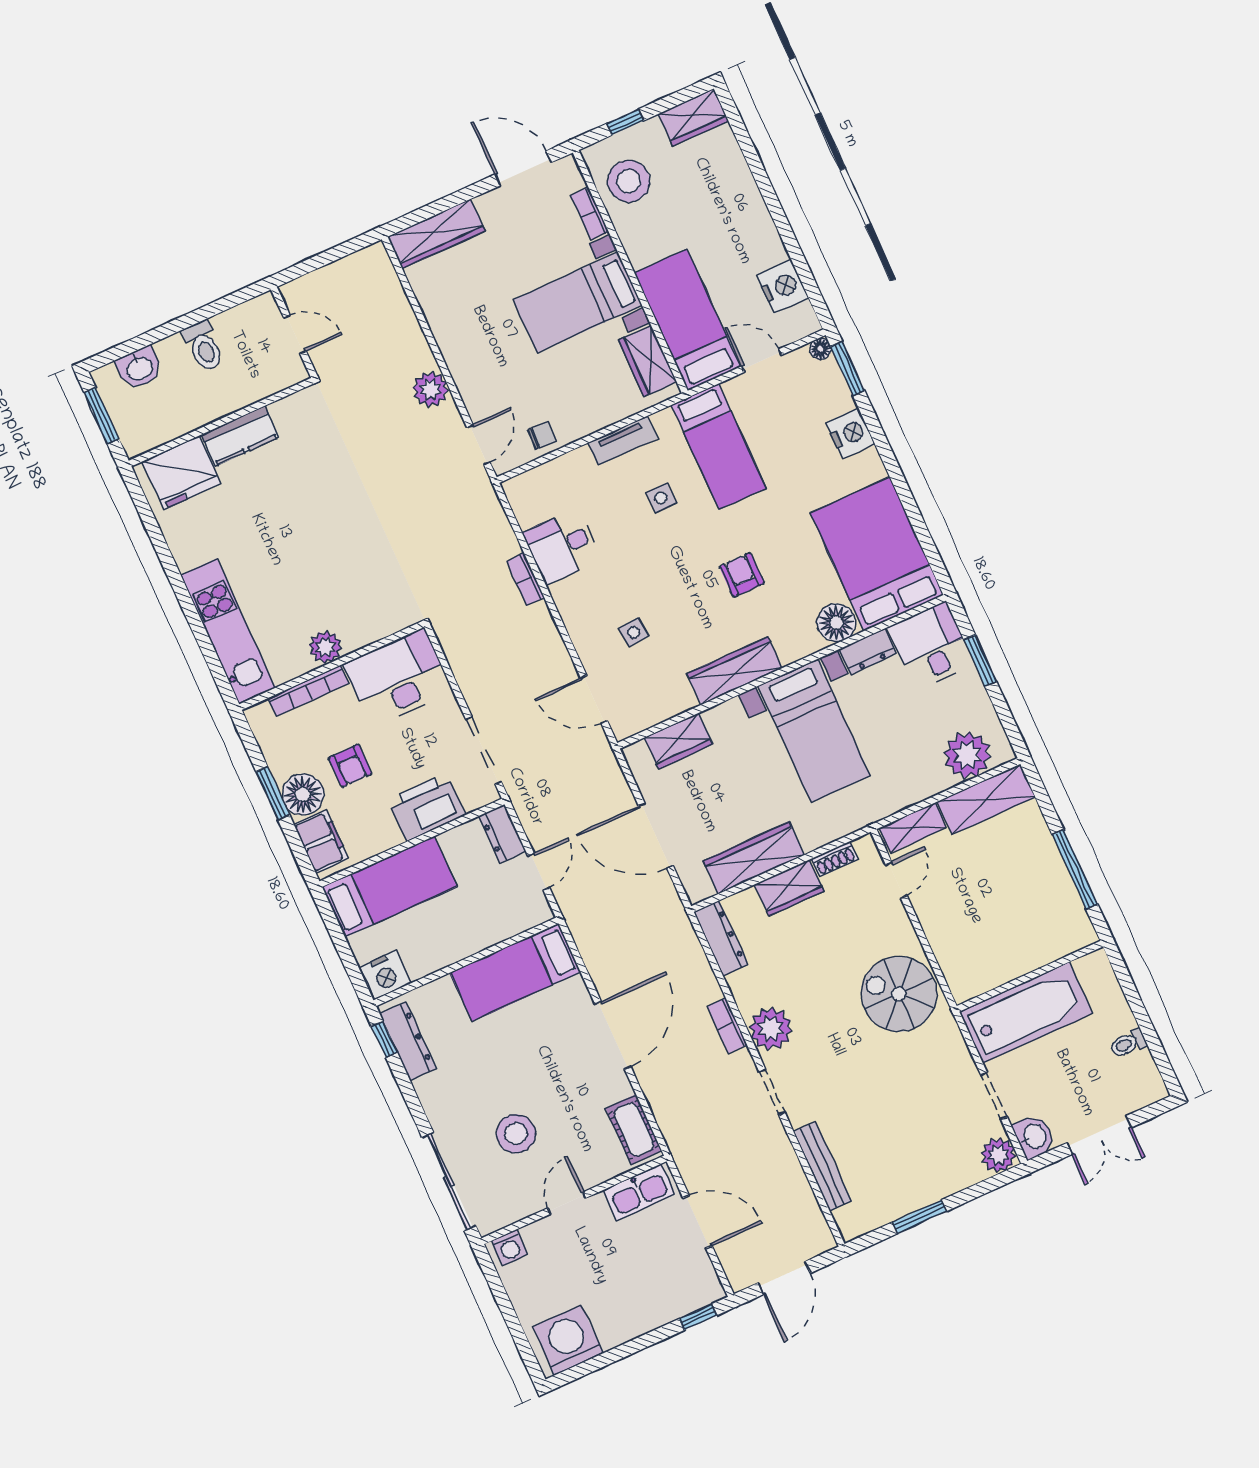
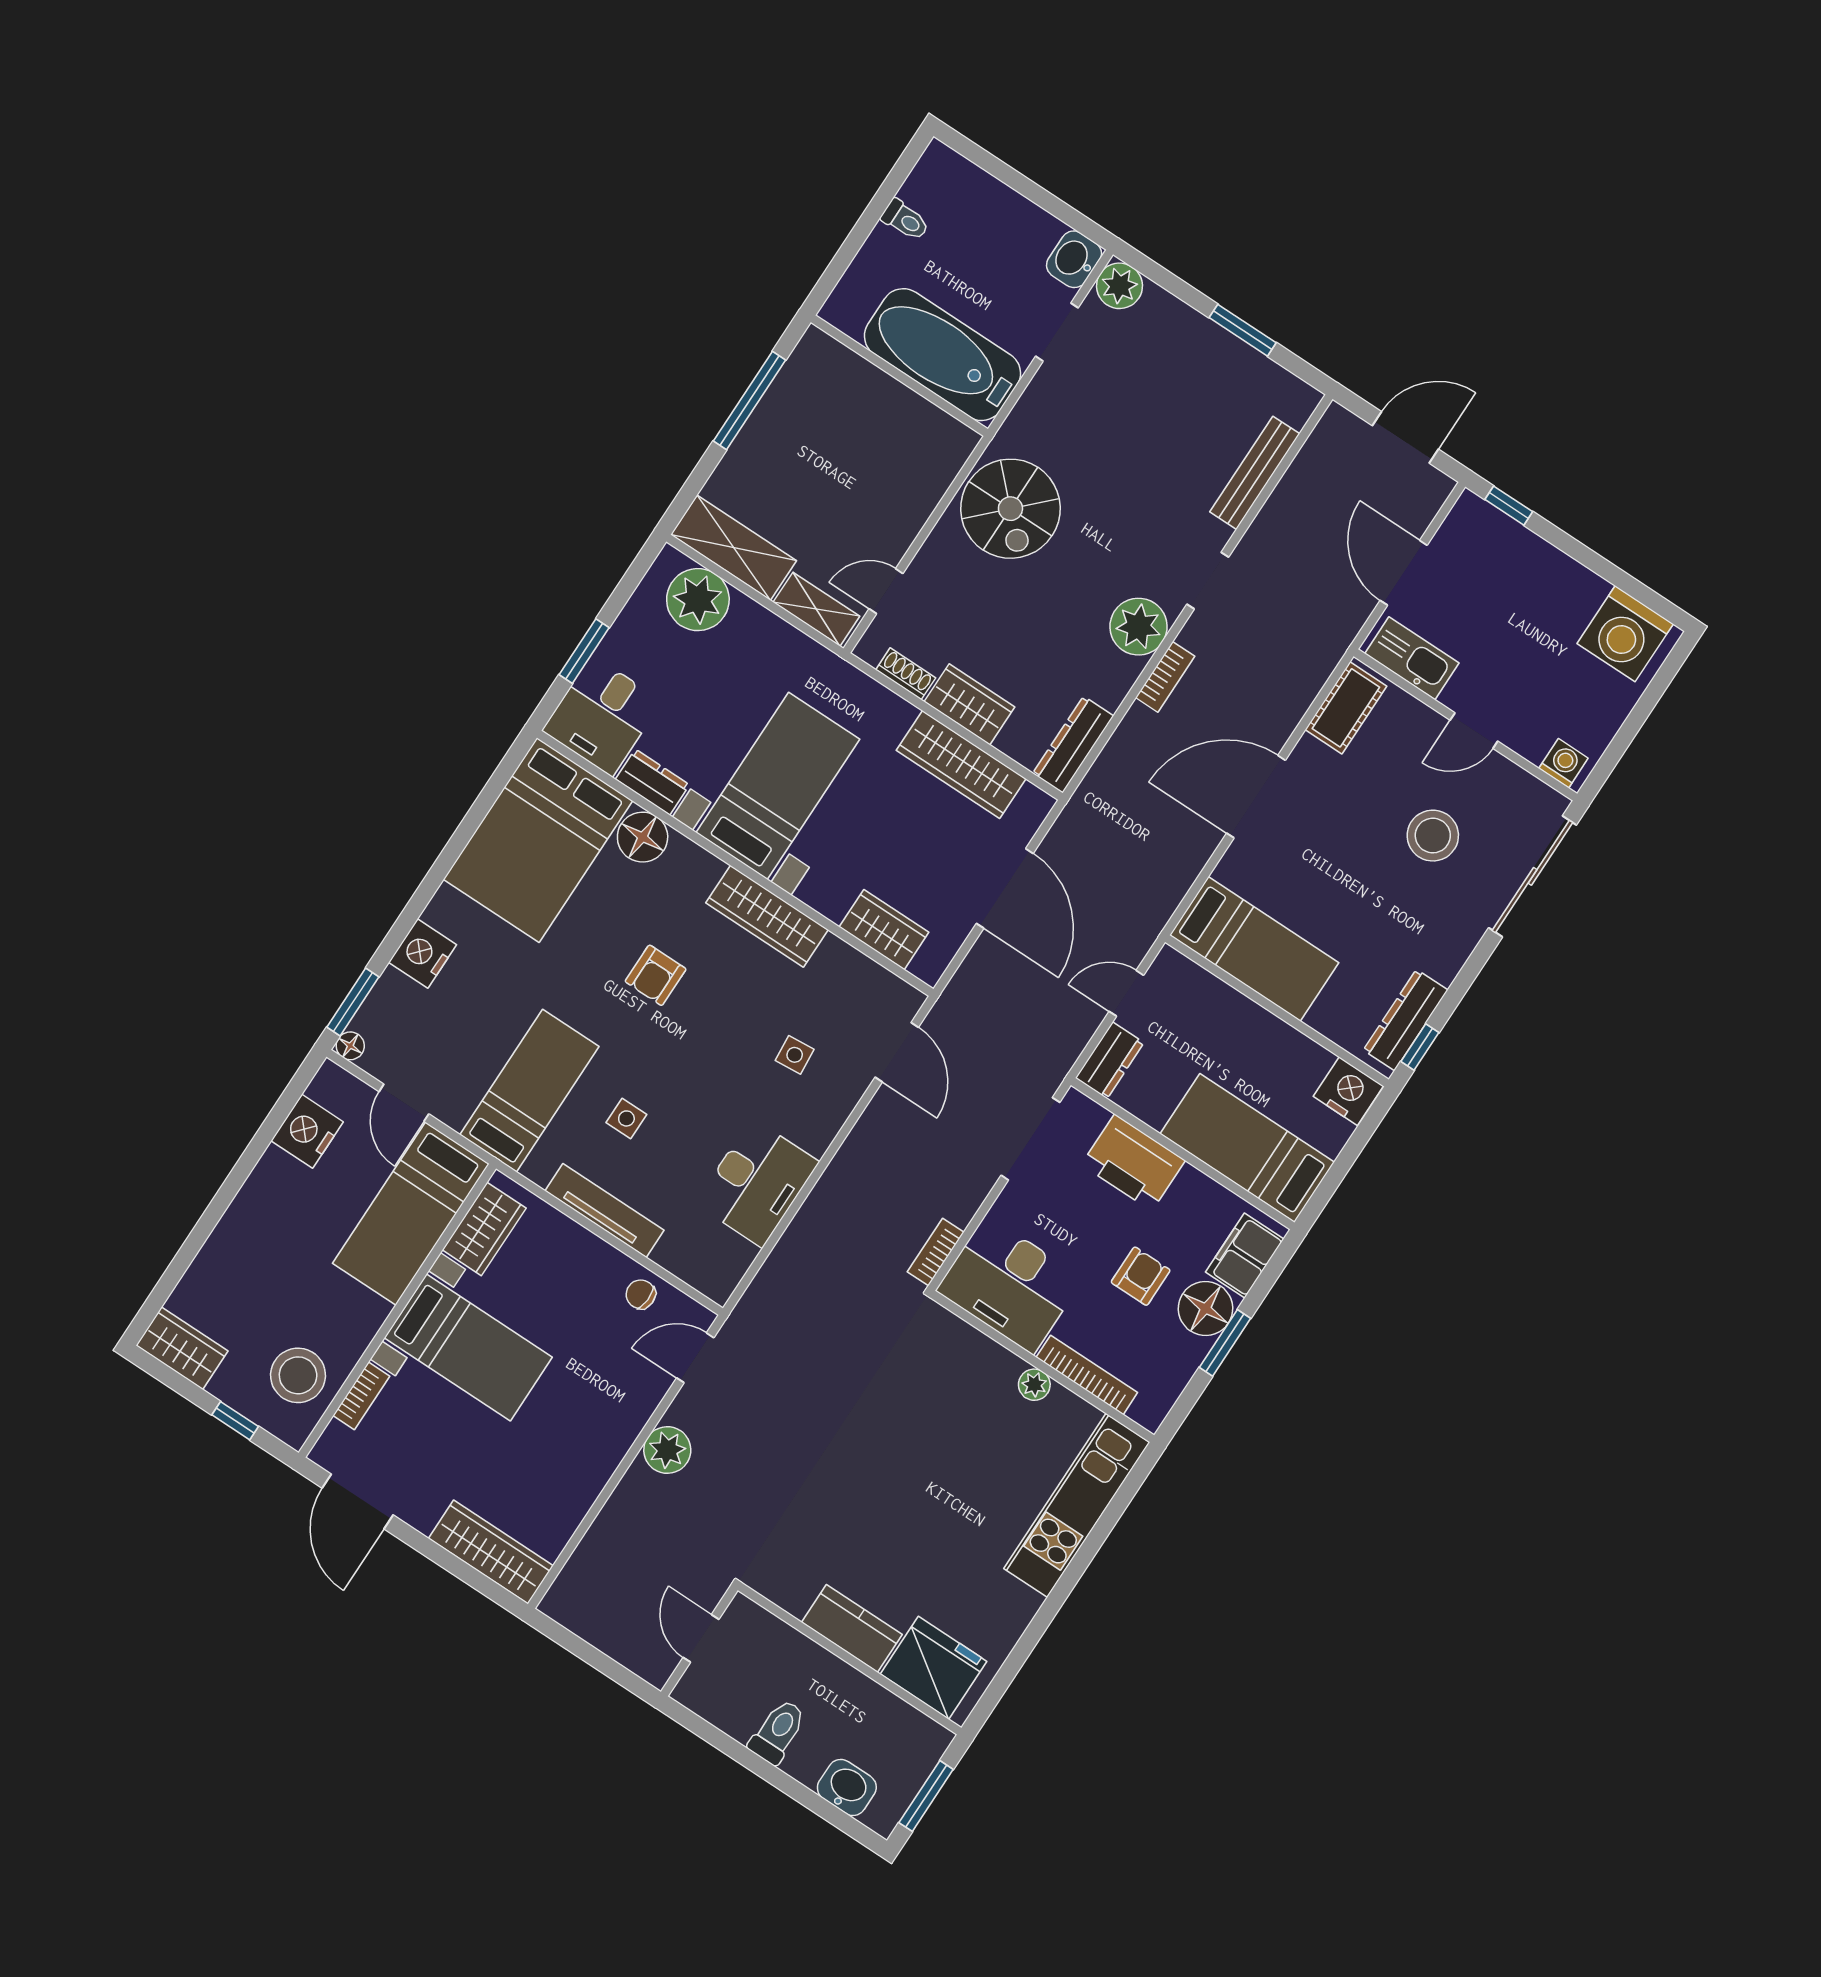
tv unit: (623, 441) -> (604, 1211), width x1.41
desk: (562, 546) -> (757, 1183), width x1.37
bookcase: (525, 579) -> (936, 1252), moved, turned 180
plant: (325, 647) -> (1034, 1385), width x0.73, depth x0.73
double door: (1099, 1135) -> (1027, 188), removed

